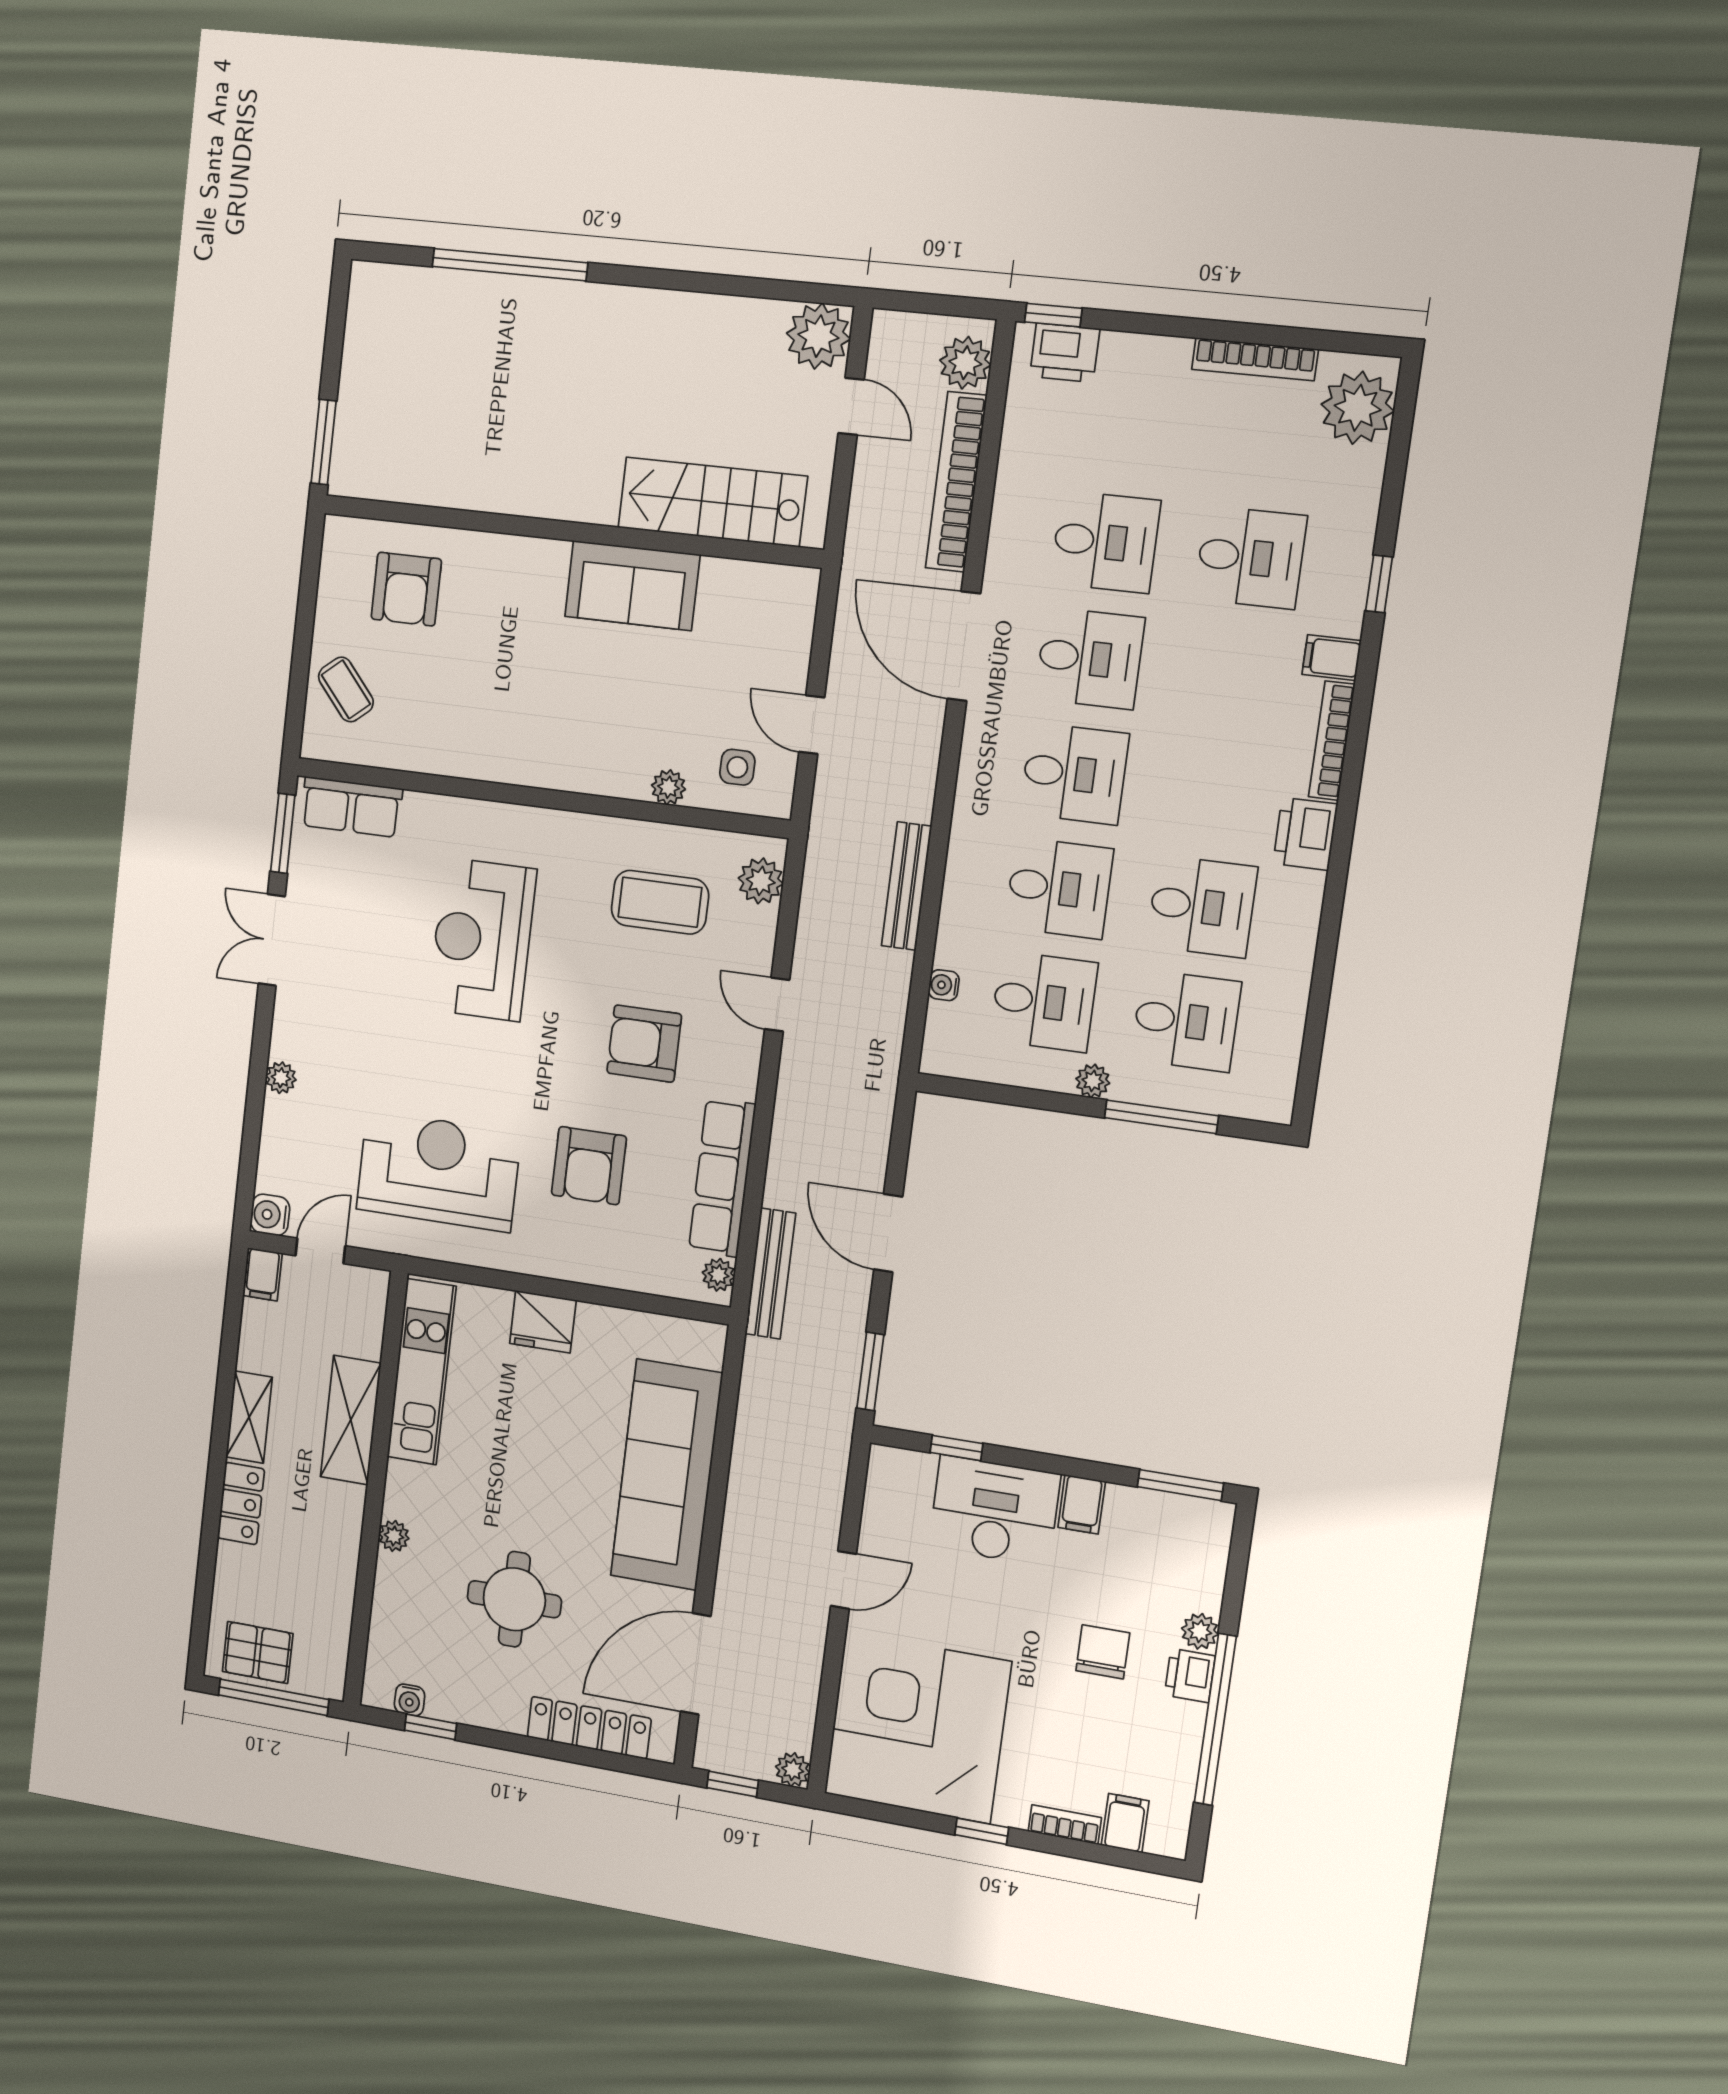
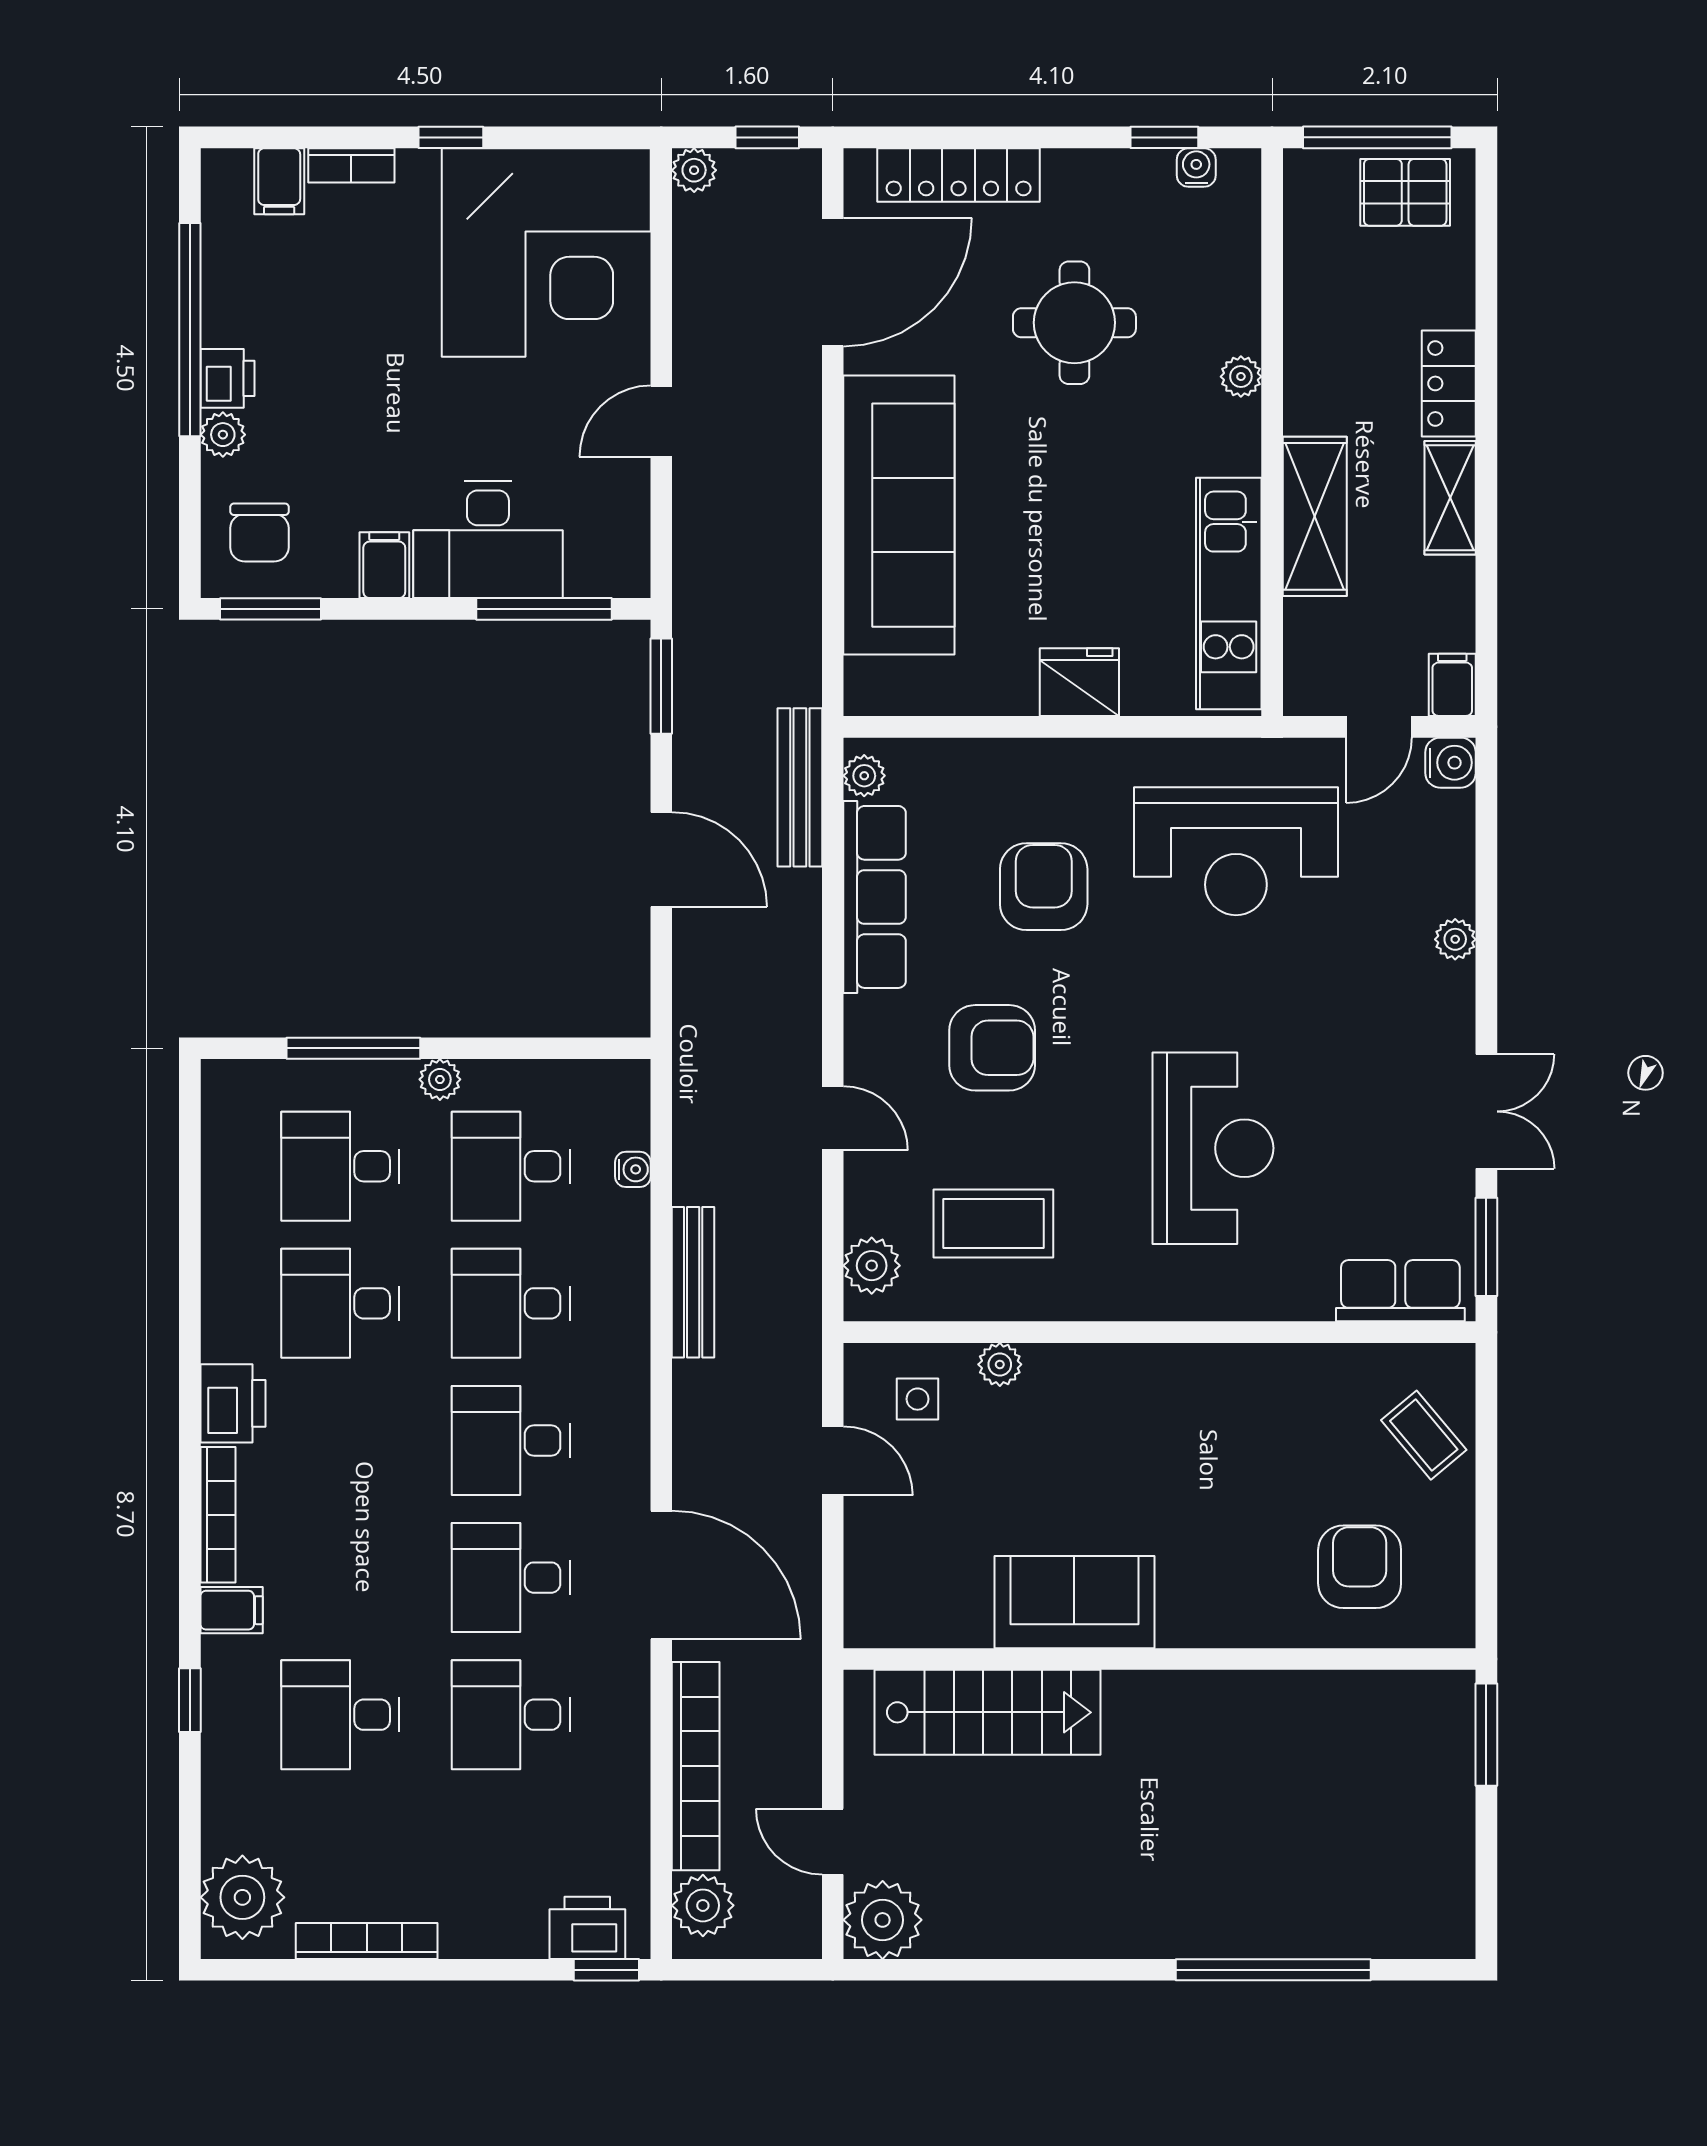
window: (956, 1448) -> (544, 609), width x2.17
chair: (1103, 1652) -> (259, 533), moved

